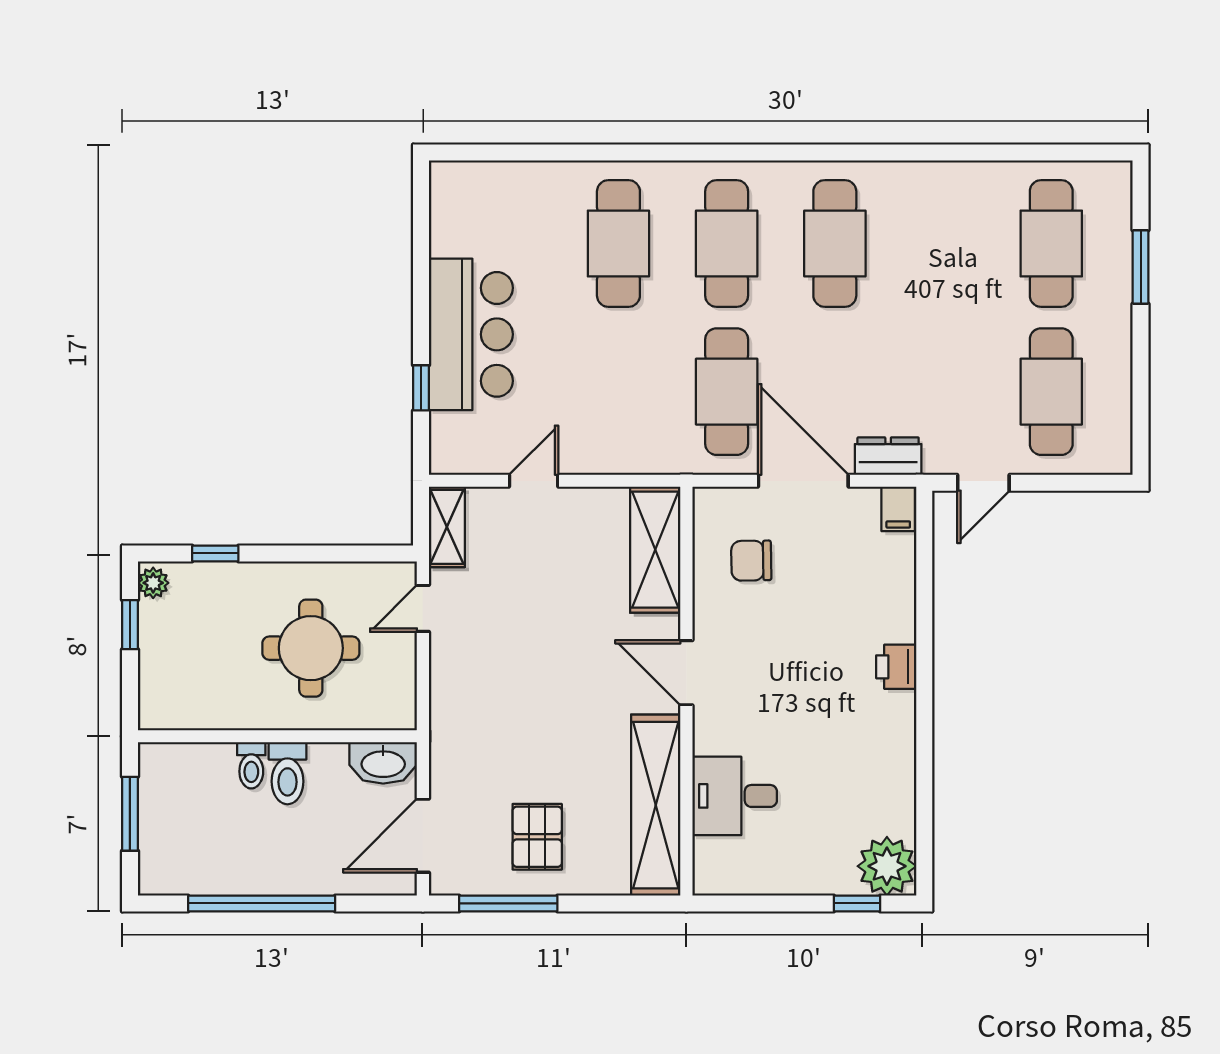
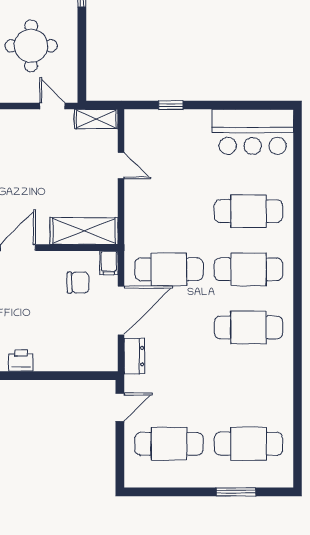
bar counter: (471, 334) -> (253, 132), moved
door: (983, 483) -> (120, 407), swing flipped
filing cabinet: (898, 509) -> (109, 263), moved, turned -90
chair: (751, 561) -> (78, 283), turned 91

